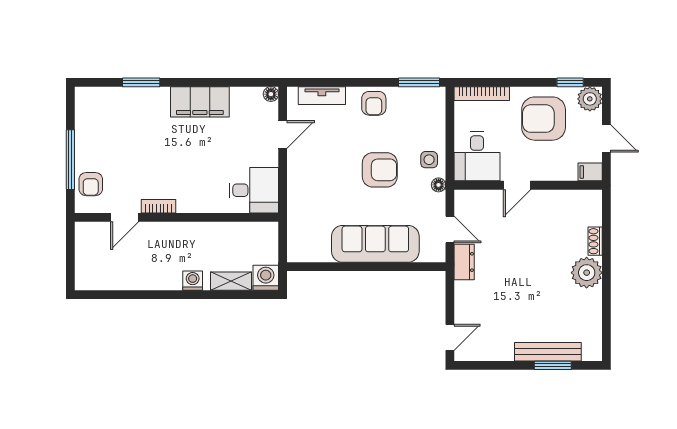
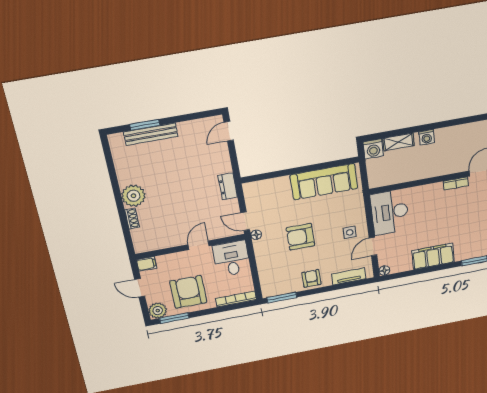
window: (570, 82) -> (174, 318), width x1.50
armchair: (544, 119) -> (188, 292), turned -90
side table: (429, 160) -> (350, 232), moved
desk: (254, 190) -> (390, 212), width x1.37
door: (450, 230) -> (245, 221), moved
sofa: (375, 244) -> (324, 182), moved

